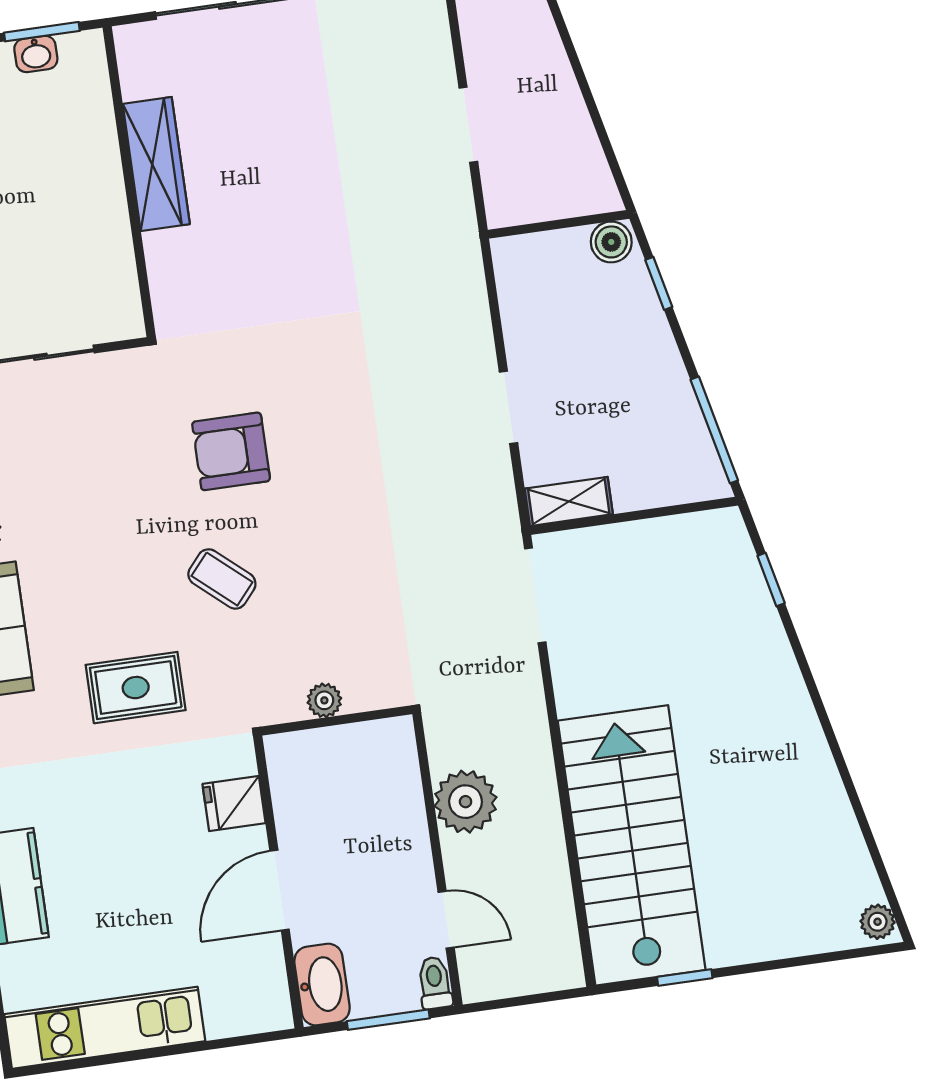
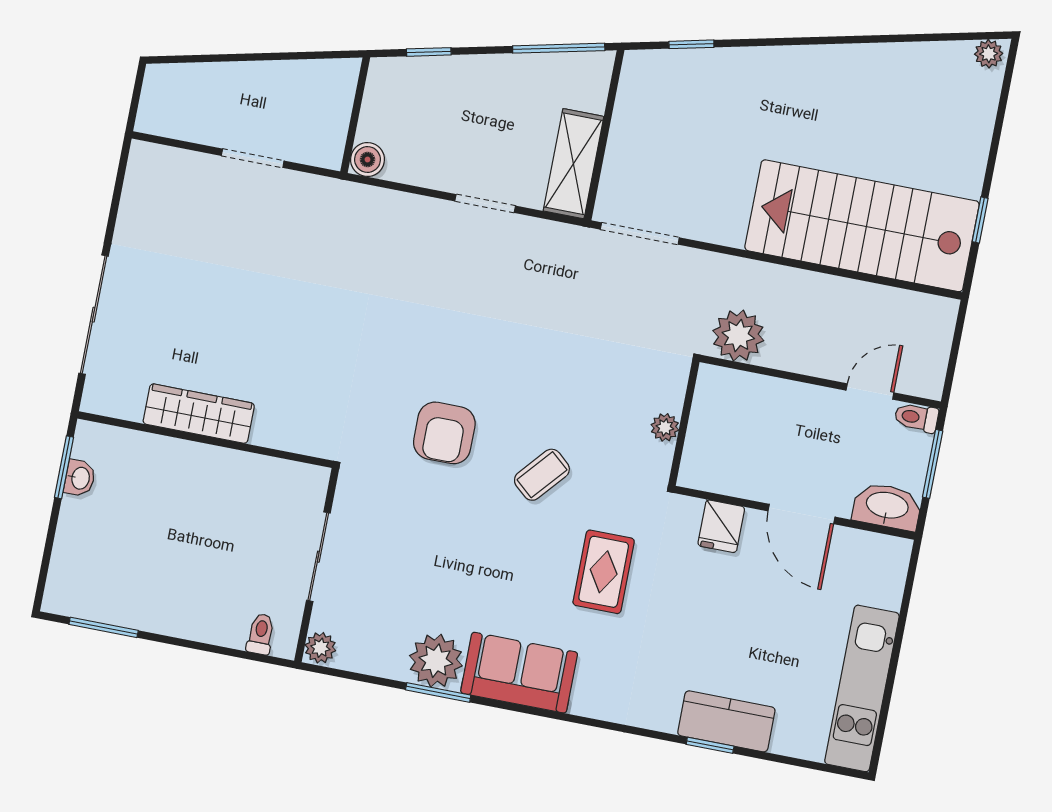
boiler: (611, 242) -> (368, 160), moved
shelving: (569, 501) -> (573, 164), width x1.50, depth x1.33
plant: (466, 802) -> (738, 336), moved

